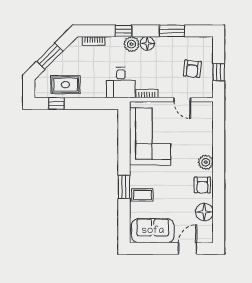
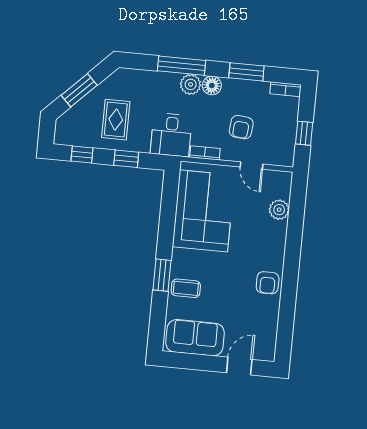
window: (123, 31) -> (181, 66), width x2.17
bookcase: (93, 41) -> (286, 89), moved
armchair: (192, 69) -> (241, 127), moved
rug: (65, 85) -> (116, 120), moved, turned 90
window: (89, 104) -> (126, 159), added
plant: (206, 162) -> (279, 210), moved
floor lamp: (204, 212) -> (267, 319), removed

